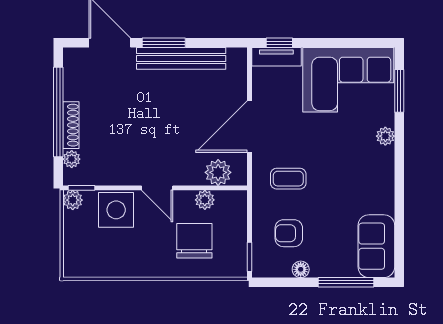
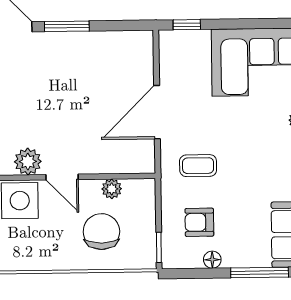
tv unit: (276, 57) -> (184, 39), removed
bench: (181, 58) -> (85, 42), removed
plant: (218, 172) -> (28, 162), moved

